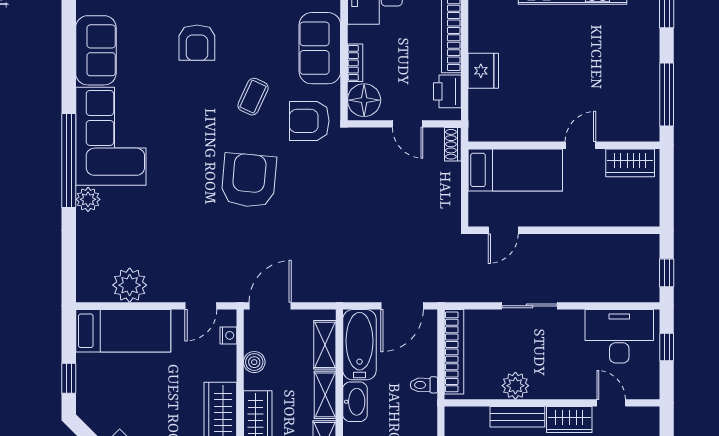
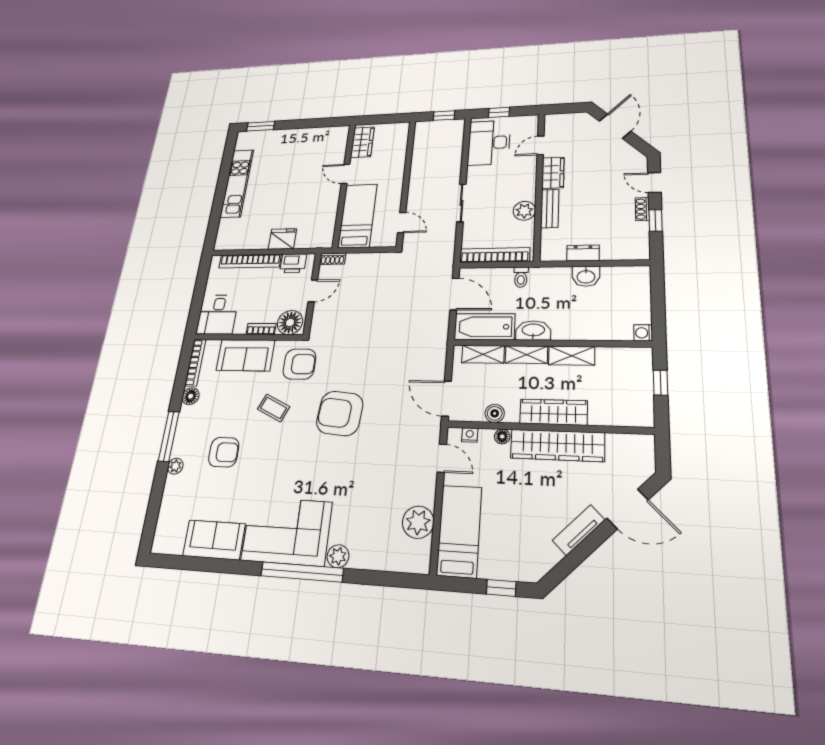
window: (667, 95) -> (318, 123), removed
armchair: (309, 121) -> (299, 364), turned -90
floor lamp: (228, 372) -> (502, 436), added

